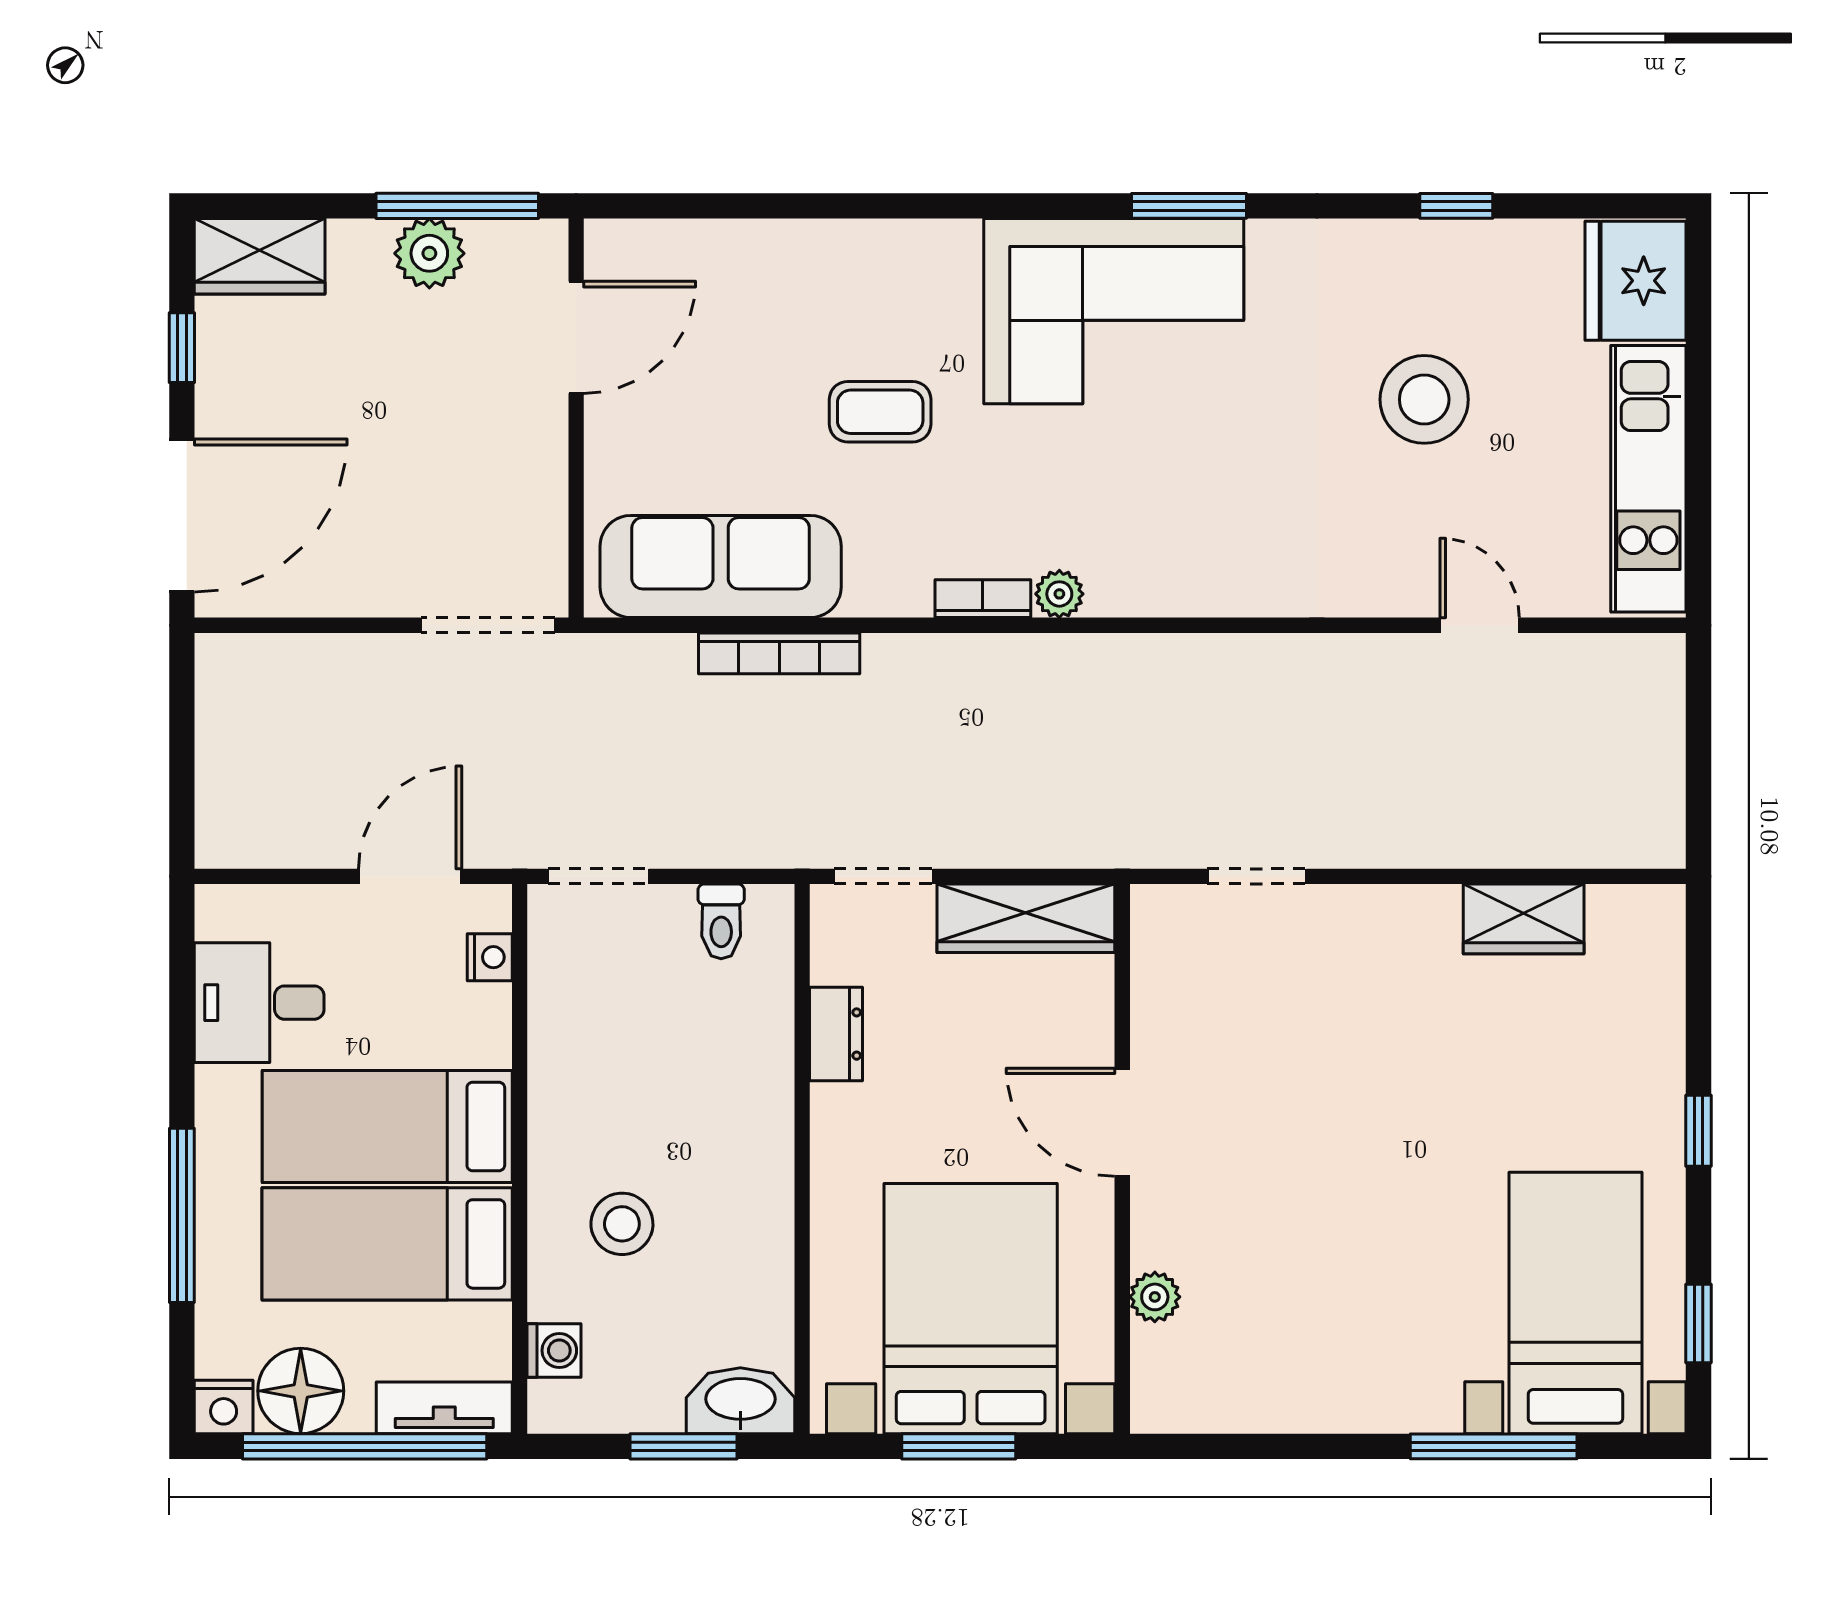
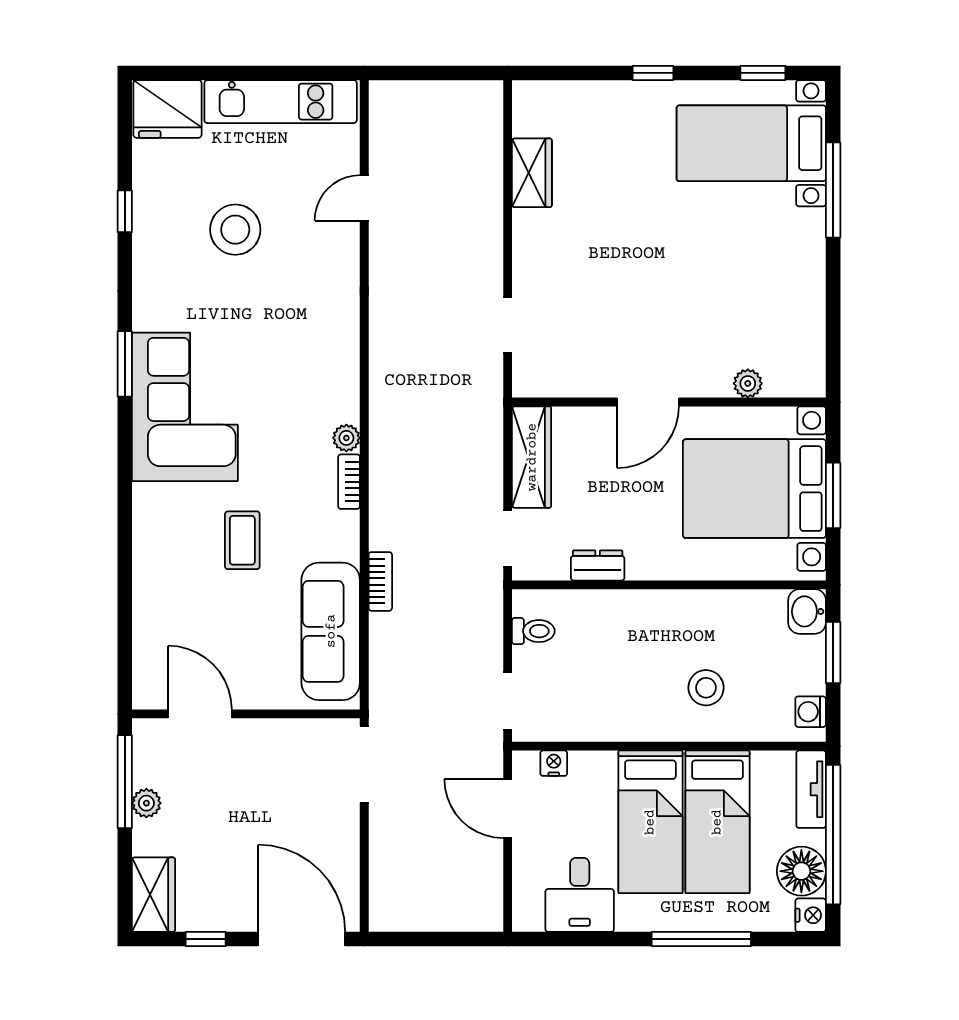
plant: (429, 253) -> (146, 803), width x0.73, depth x0.73
bookcase: (779, 653) -> (380, 581), width x0.64
washing machine: (554, 1351) -> (811, 712), moved, turned -90
washbasin: (740, 1401) -> (807, 611), width x0.72

